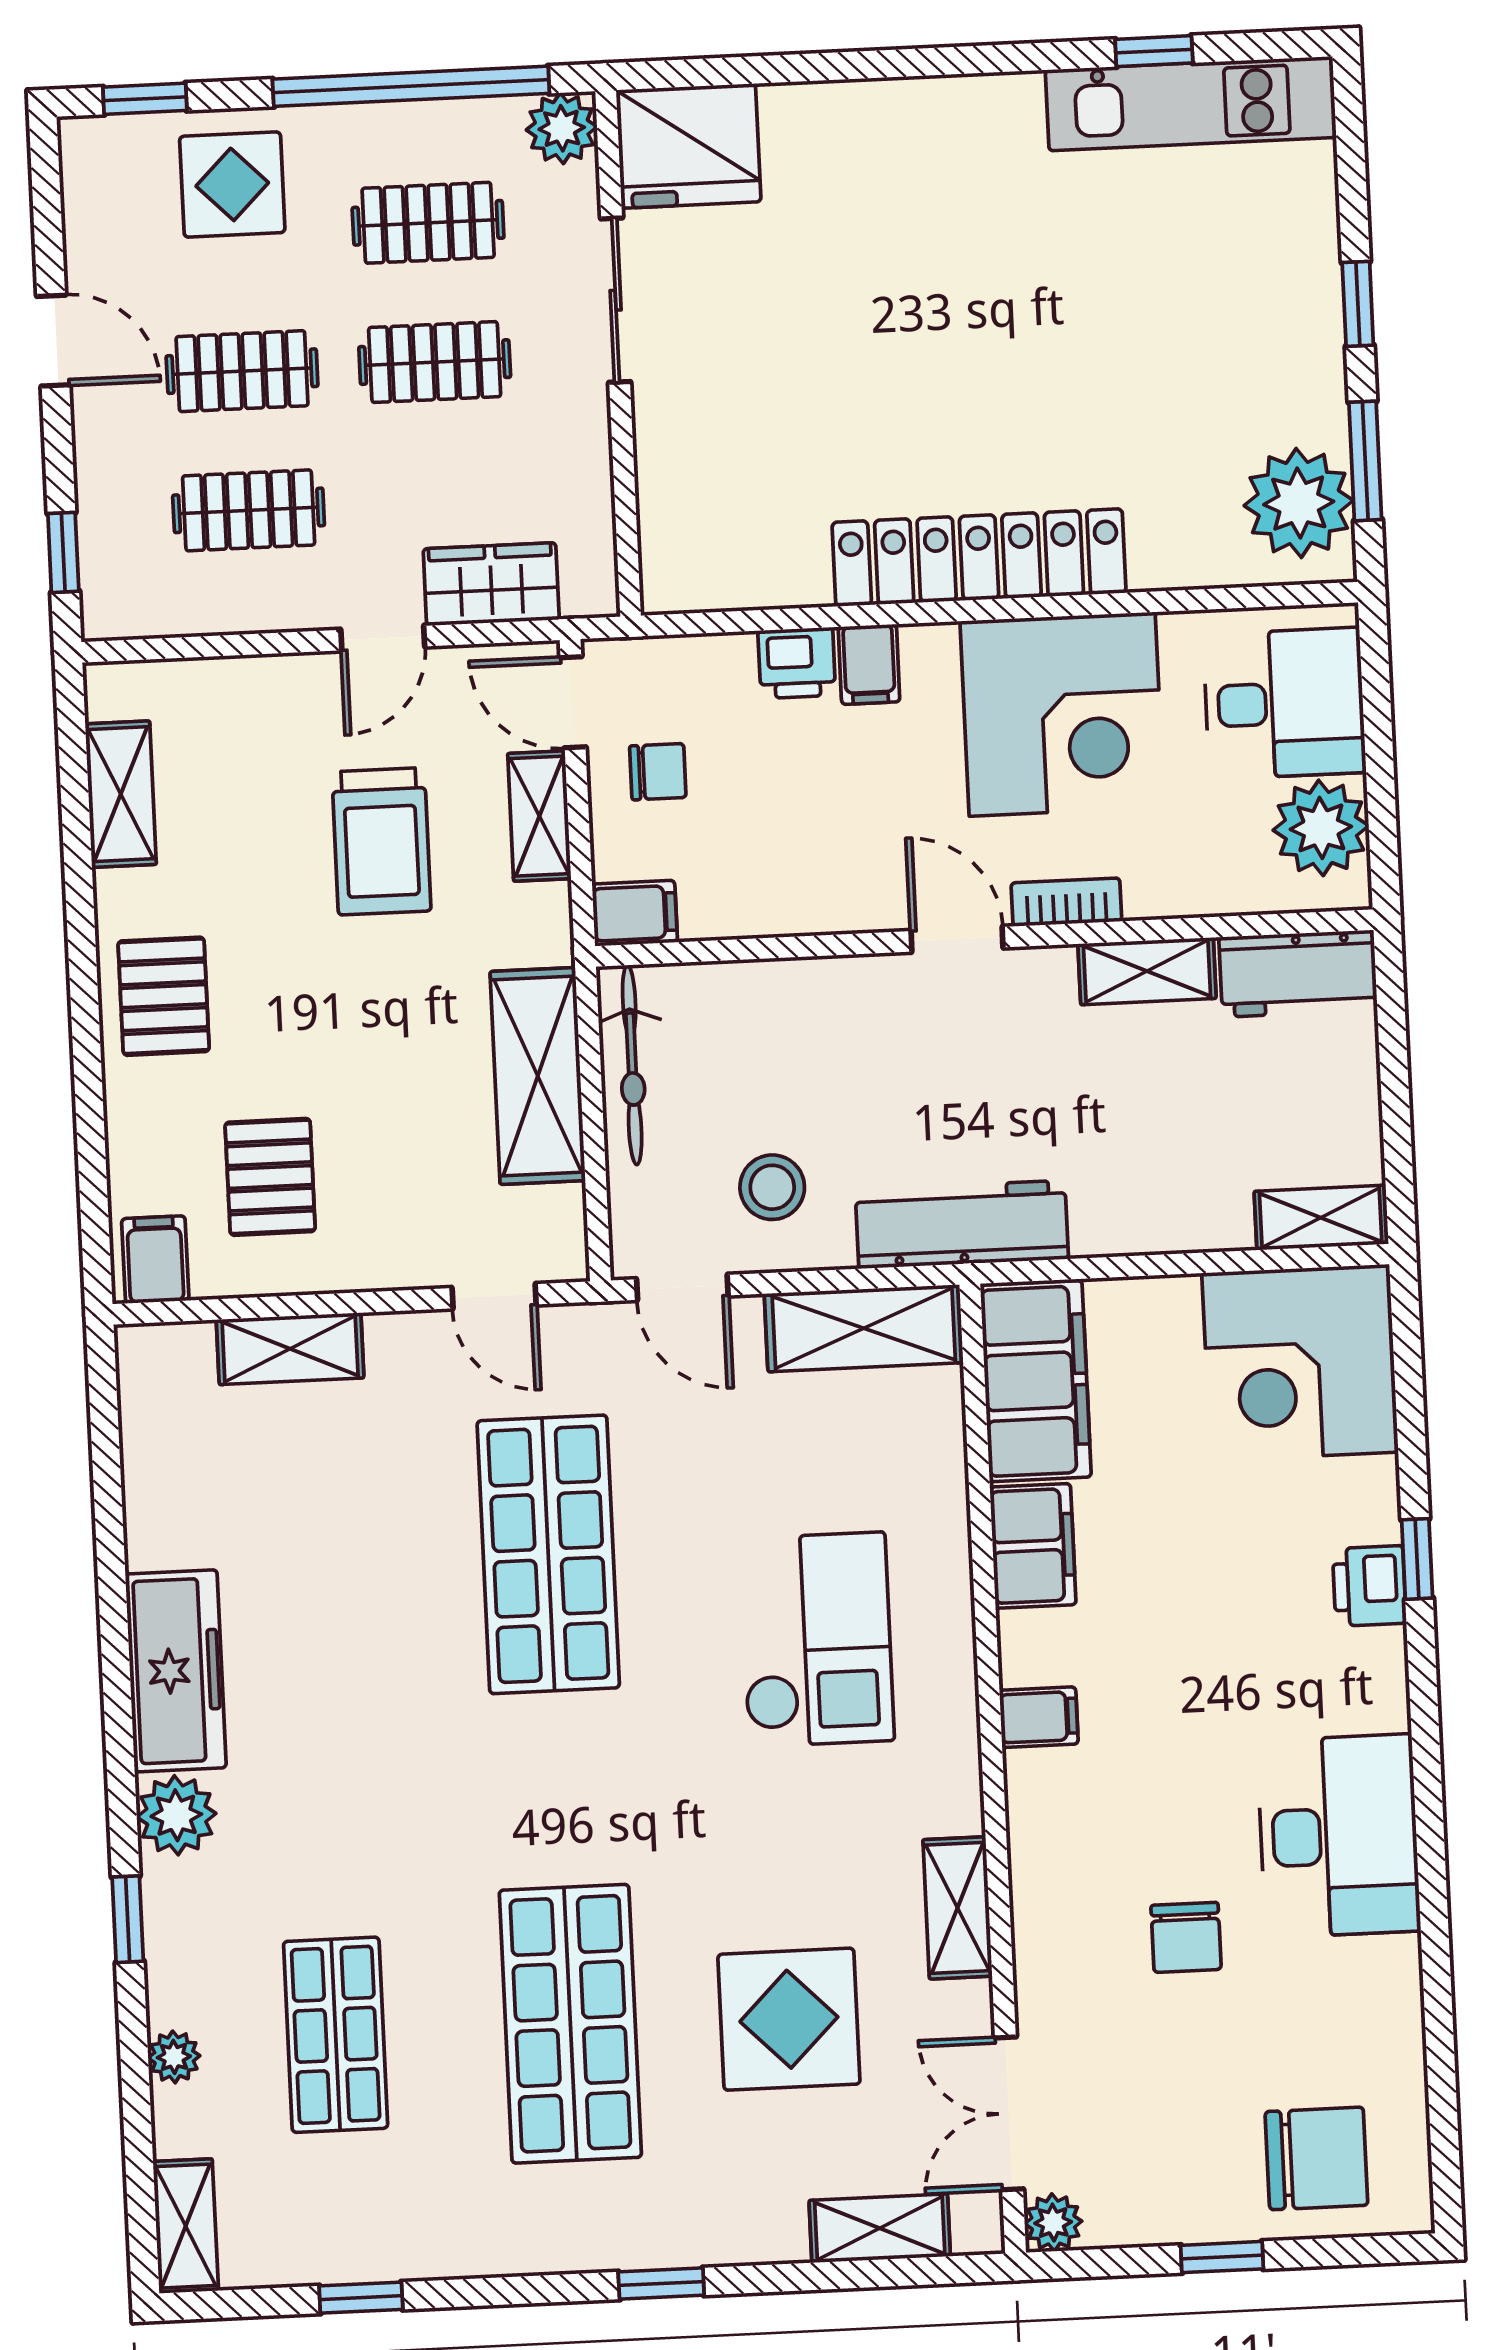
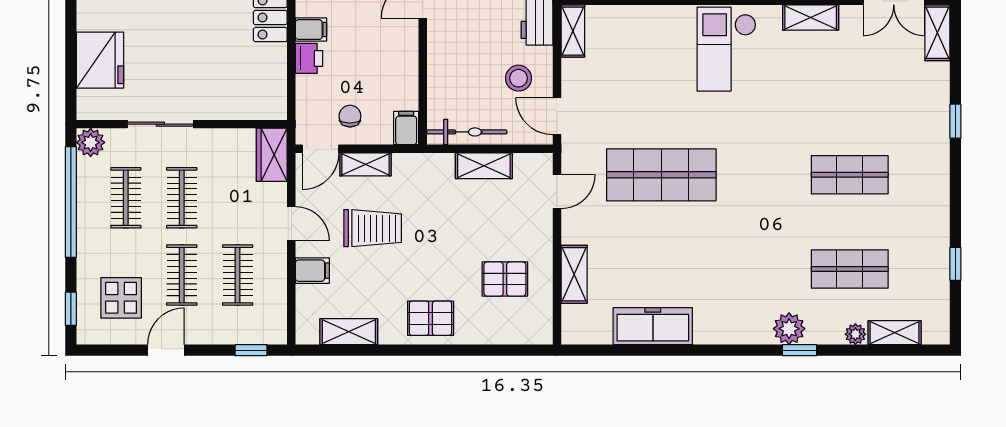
fridge: (689, 146) -> (100, 60), moved
display table: (232, 184) -> (121, 298), moved
wardrobe: (491, 584) -> (272, 155), moved
shelving: (538, 1076) -> (484, 166), width x0.67, depth x0.75
filing cabinet: (155, 1260) -> (312, 271), moved, turned 180
door: (682, 1287) -> (557, 116), swing flipped
shelving: (864, 1328) -> (573, 31), width x0.67, depth x0.75
checkout: (816, 1639) -> (726, 49), moved, turned -90
freezer: (176, 1671) -> (653, 326), moved
plant: (176, 1815) -> (789, 329), moved
display table: (789, 2019) -> (852, 87), removed
shop shelf: (570, 2024) -> (850, 175), width x0.70, depth x0.74
shelving: (186, 2226) -> (895, 333), moved
shelving: (880, 2228) -> (937, 33), moved
window: (661, 2284) -> (955, 121), moved

